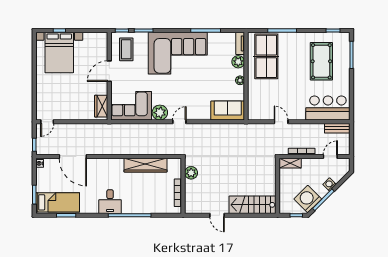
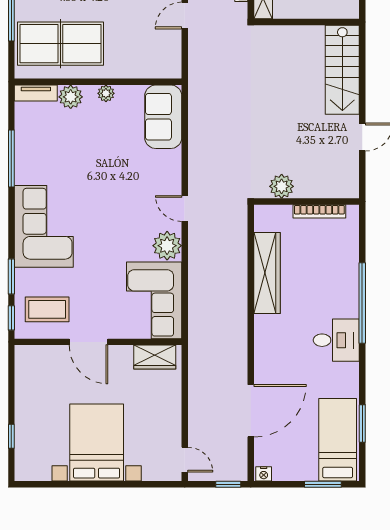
bed with nightstands: (59, 53) -> (97, 443), moved, turned -90
corner sofa: (178, 53) -> (44, 226), width x0.73, depth x0.74

